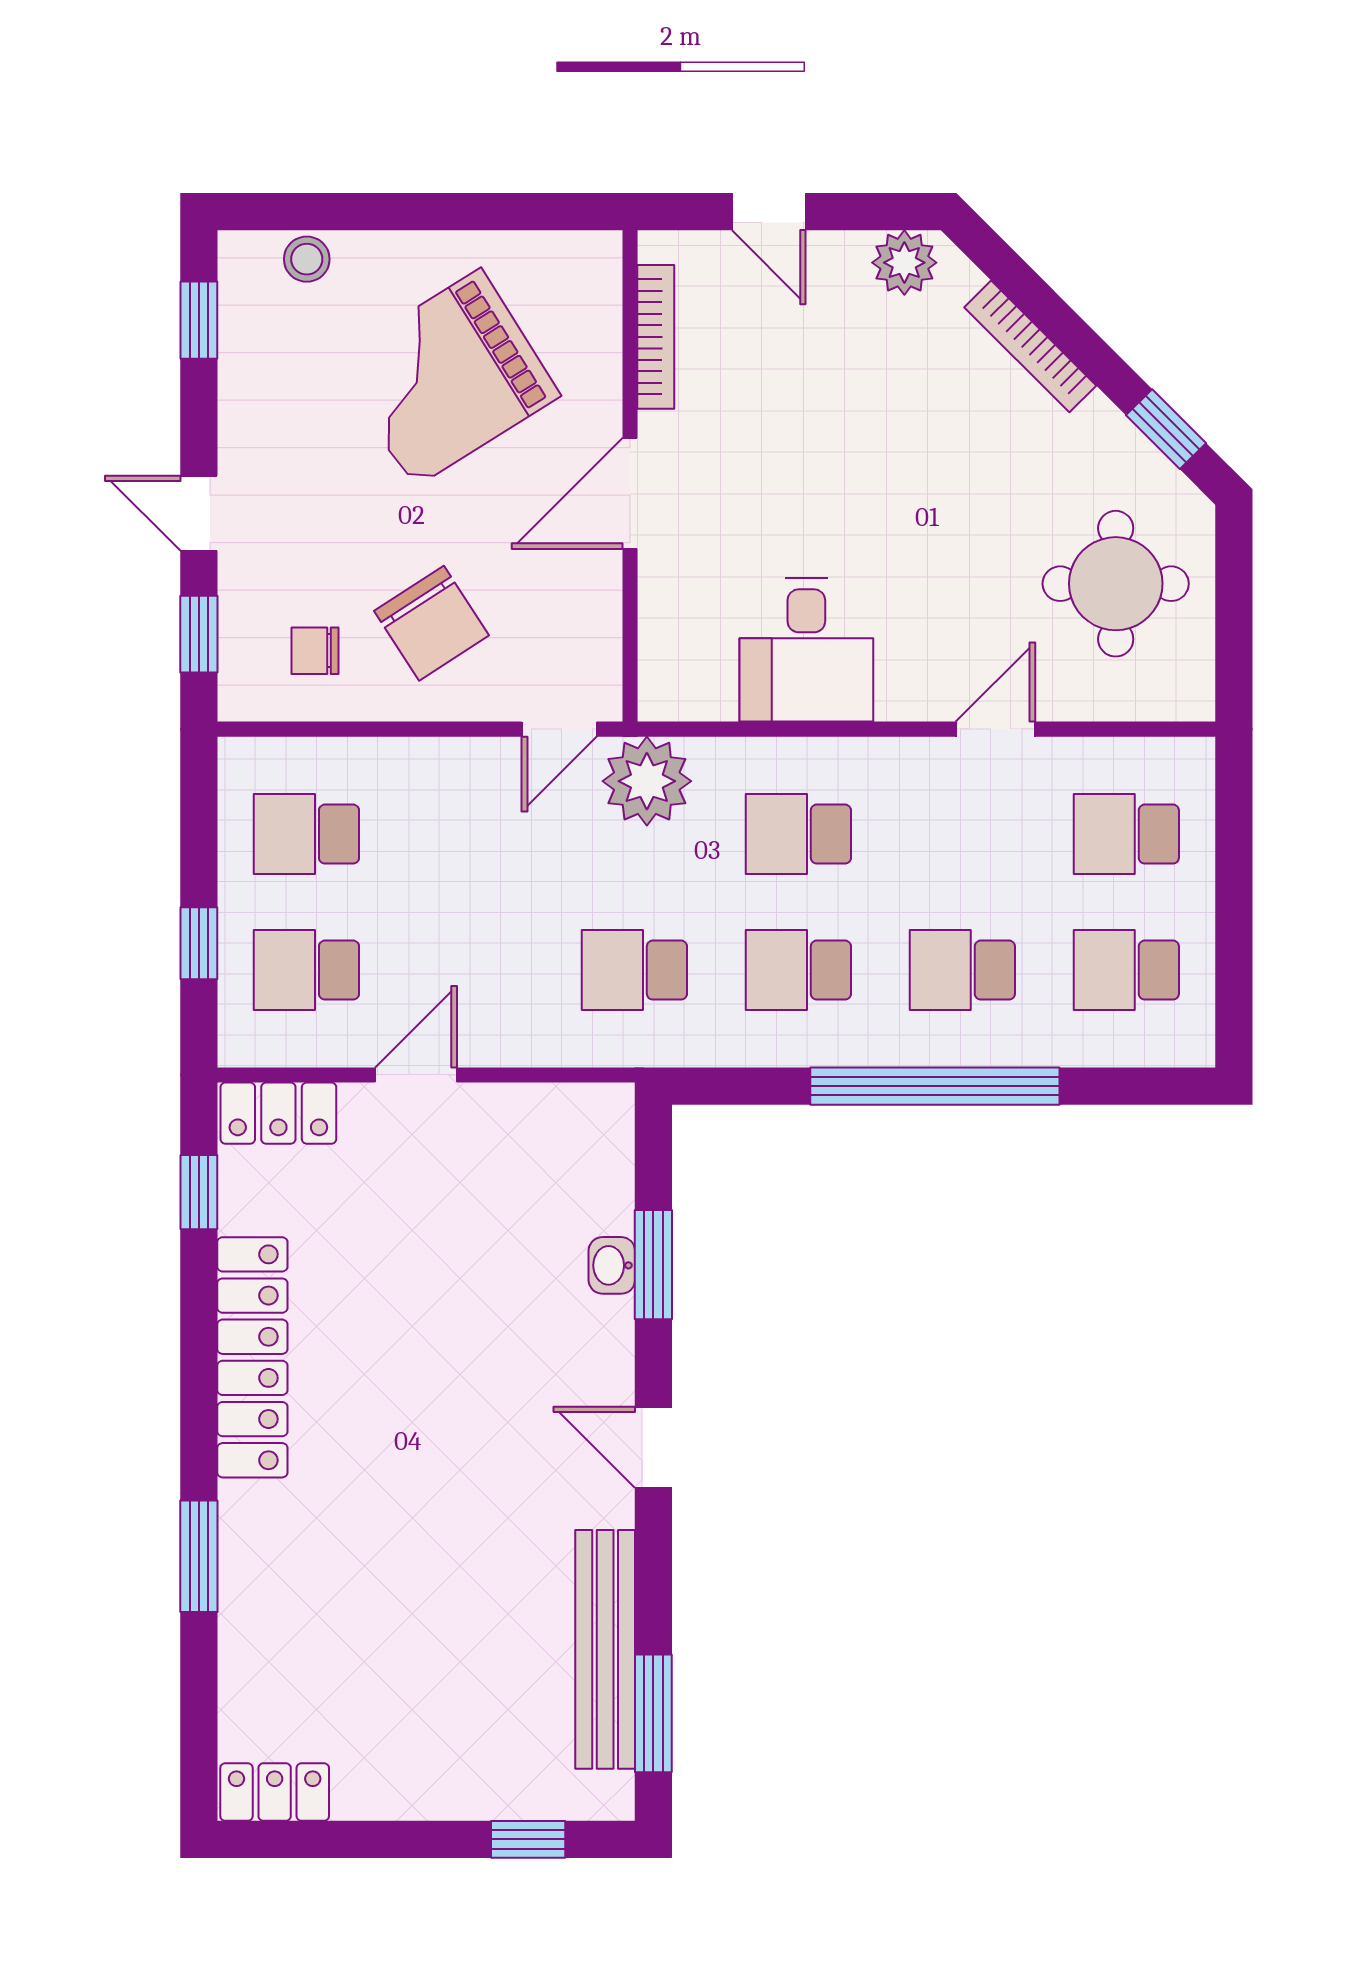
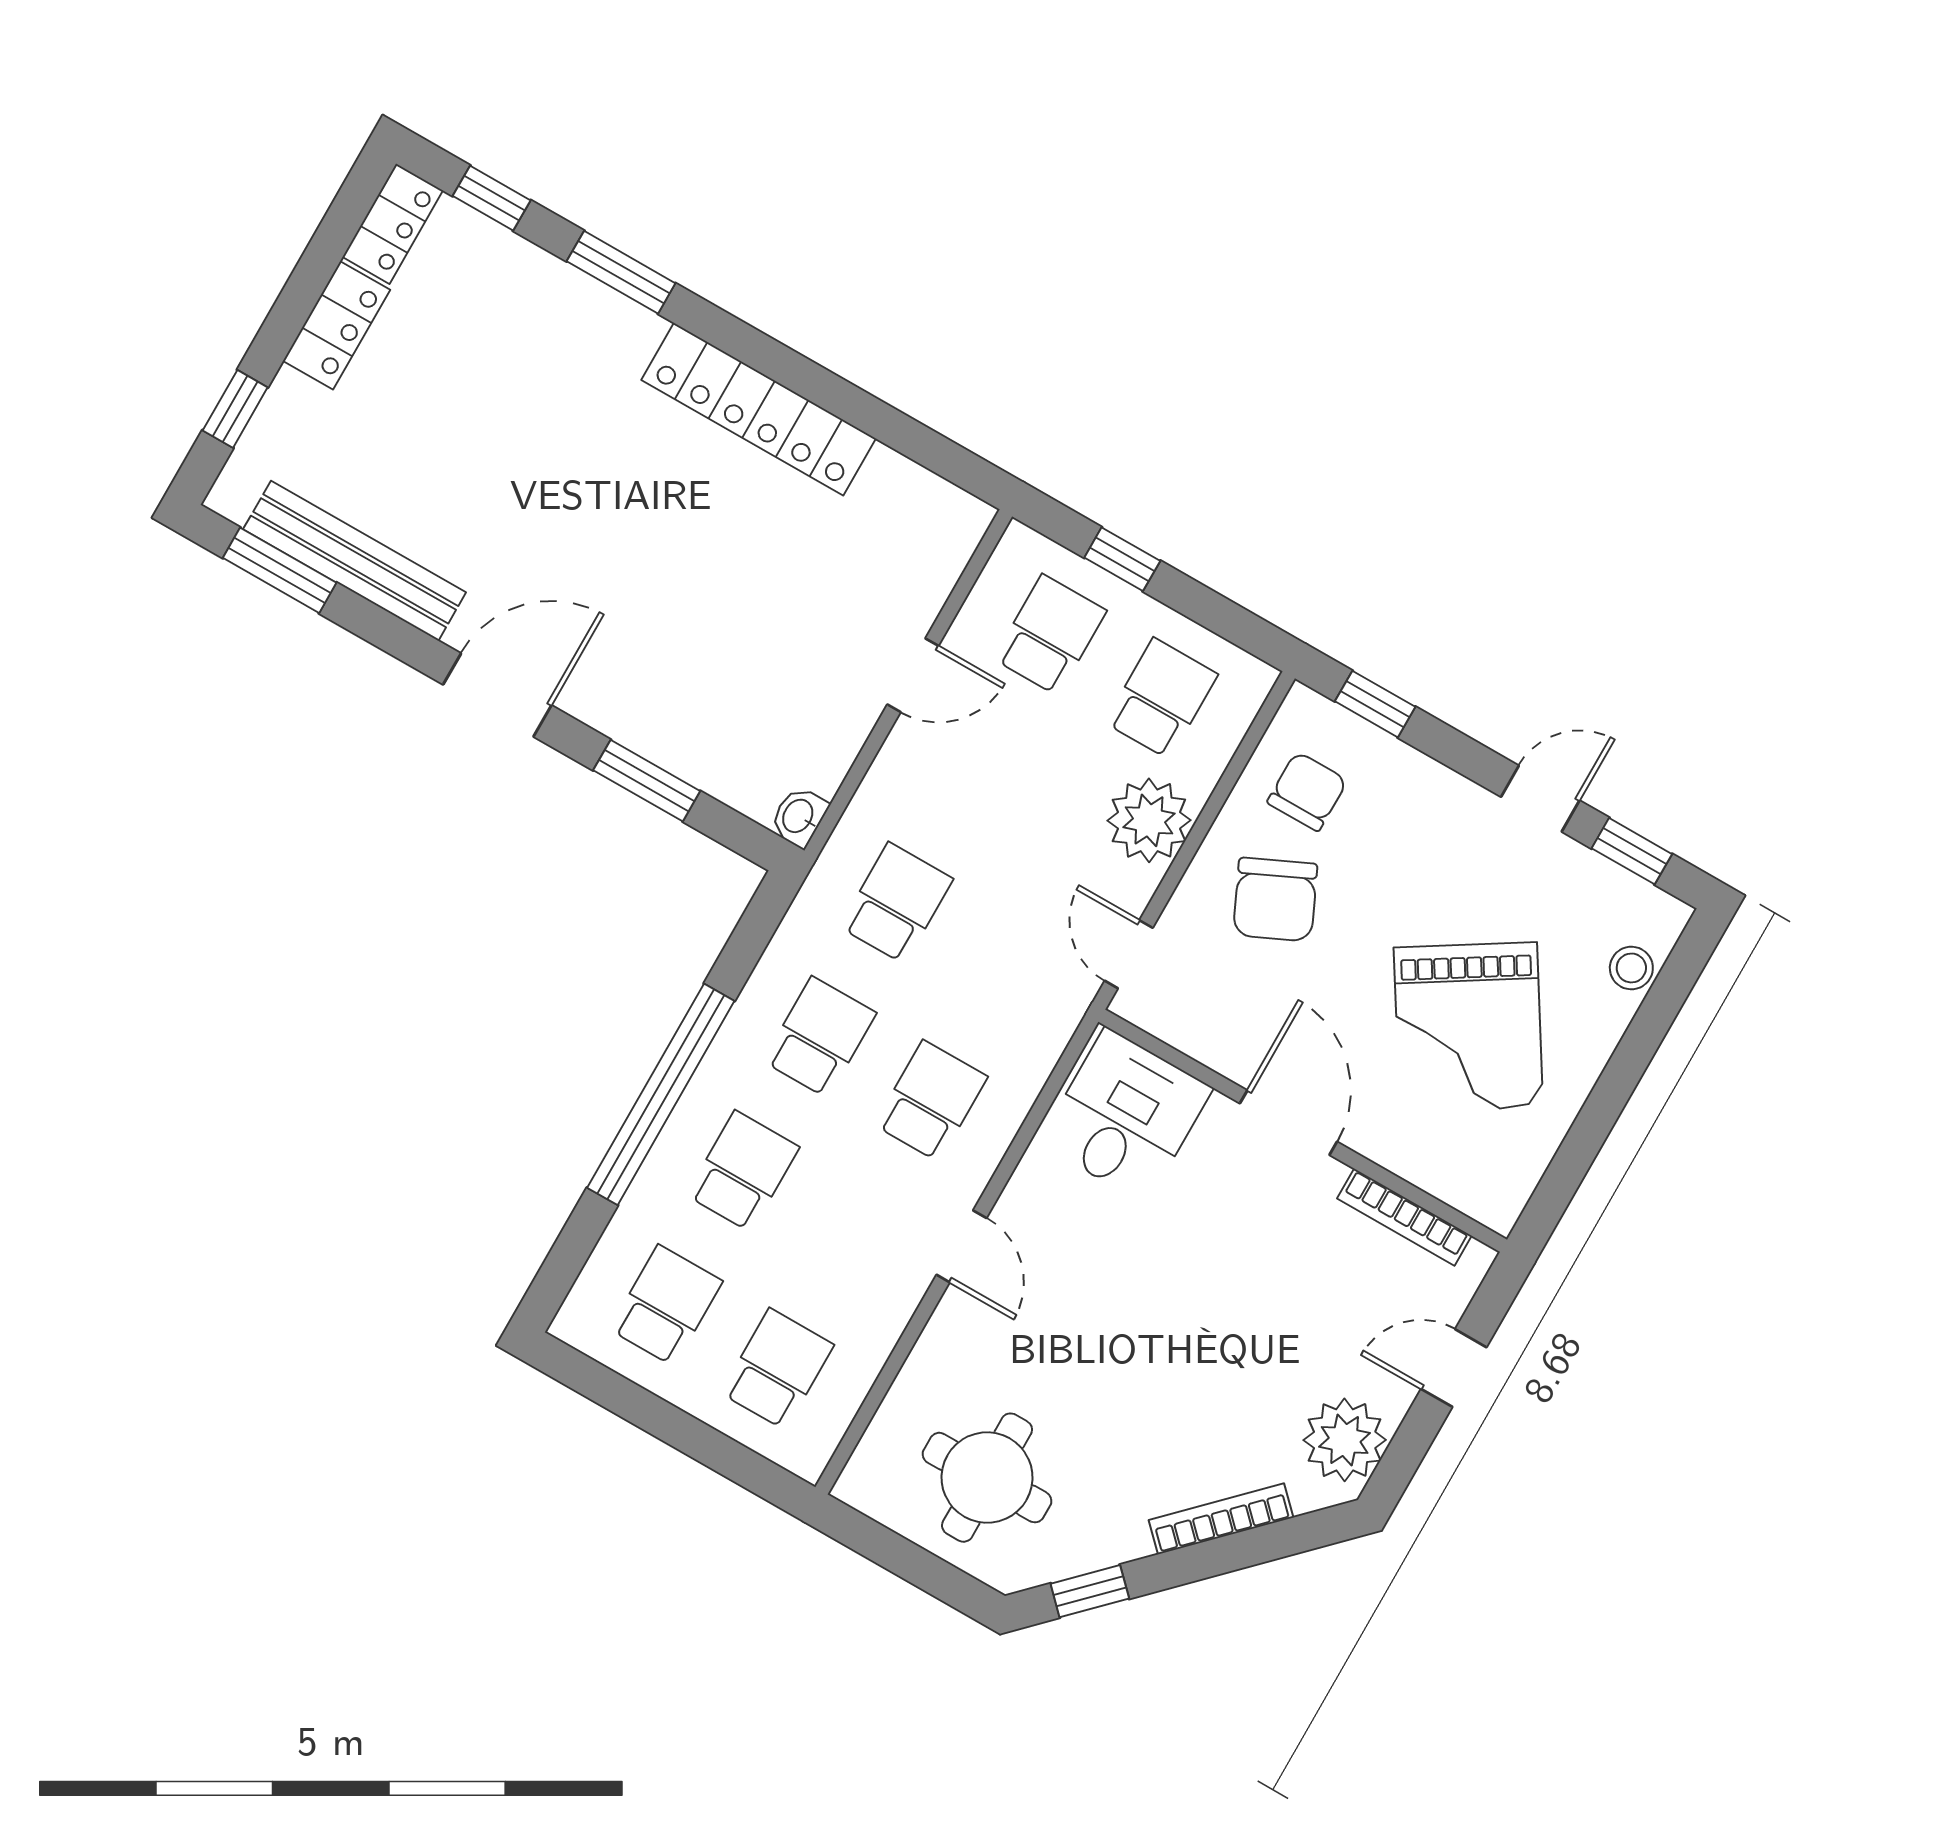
plant: (904, 263) -> (1345, 1440), width x1.36, depth x1.36
grand piano: (447, 378) -> (1468, 1027), turned 180
door: (199, 513) -> (1540, 799), moved
chair: (432, 623) -> (1275, 900), turned -82
desk: (806, 650) -> (1126, 1116), moved, turned 90
chair: (315, 651) -> (1307, 791), width x1.37, depth x1.37
door: (995, 729) -> (961, 1246), moved
plant: (647, 781) -> (1149, 820), moved
door: (416, 1075) -> (913, 675), hinge flipped
locker: (278, 1113) -> (337, 325), moved, turned 180
window: (199, 1192) -> (492, 198), moved
washbasin: (612, 1265) -> (799, 817), moved, turned -90
door: (653, 1447) -> (497, 695), width x1.38

